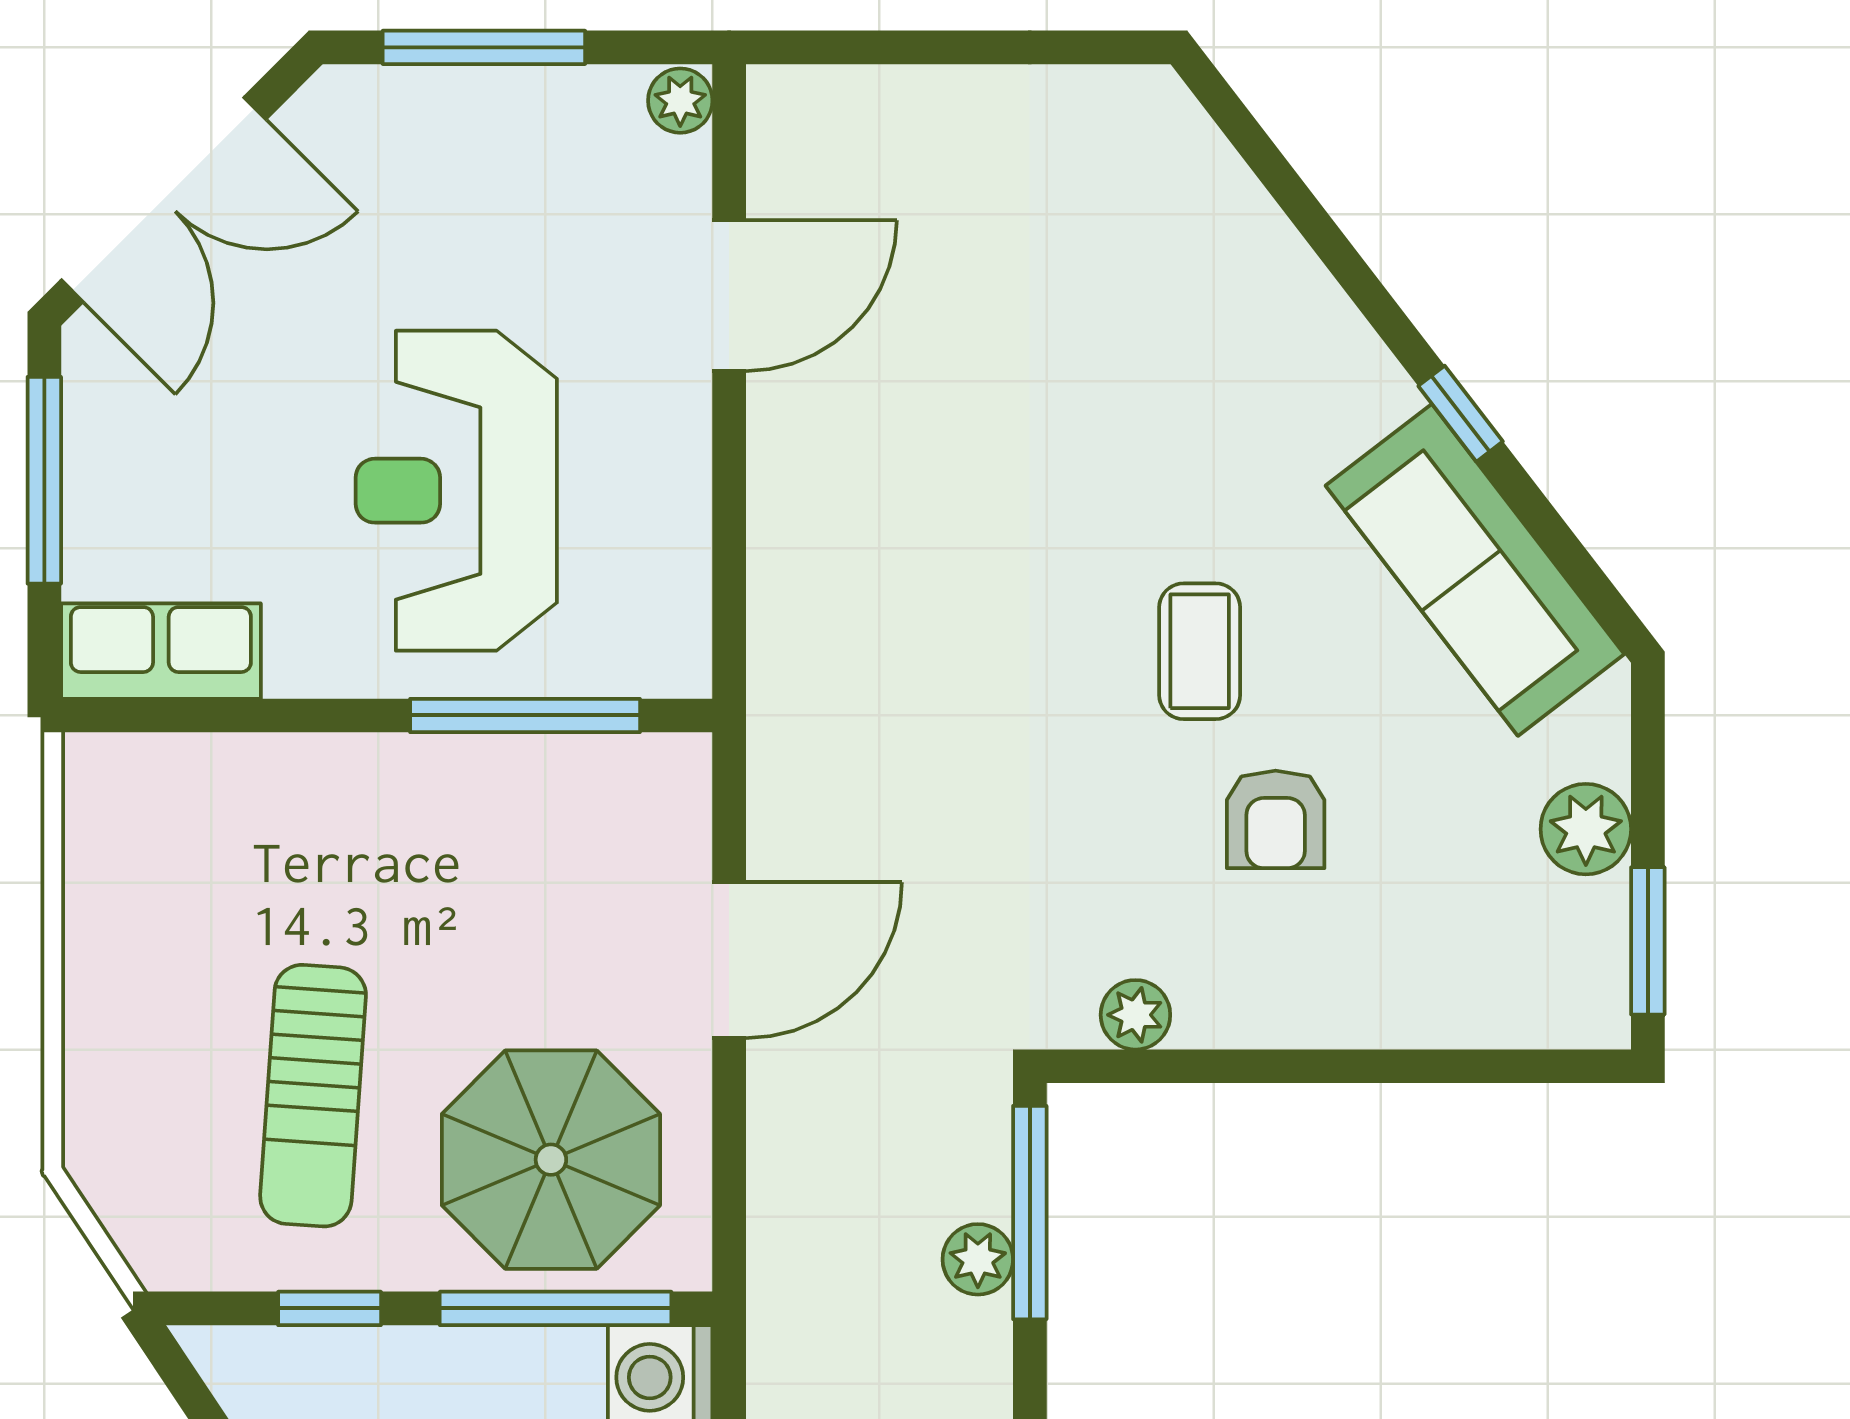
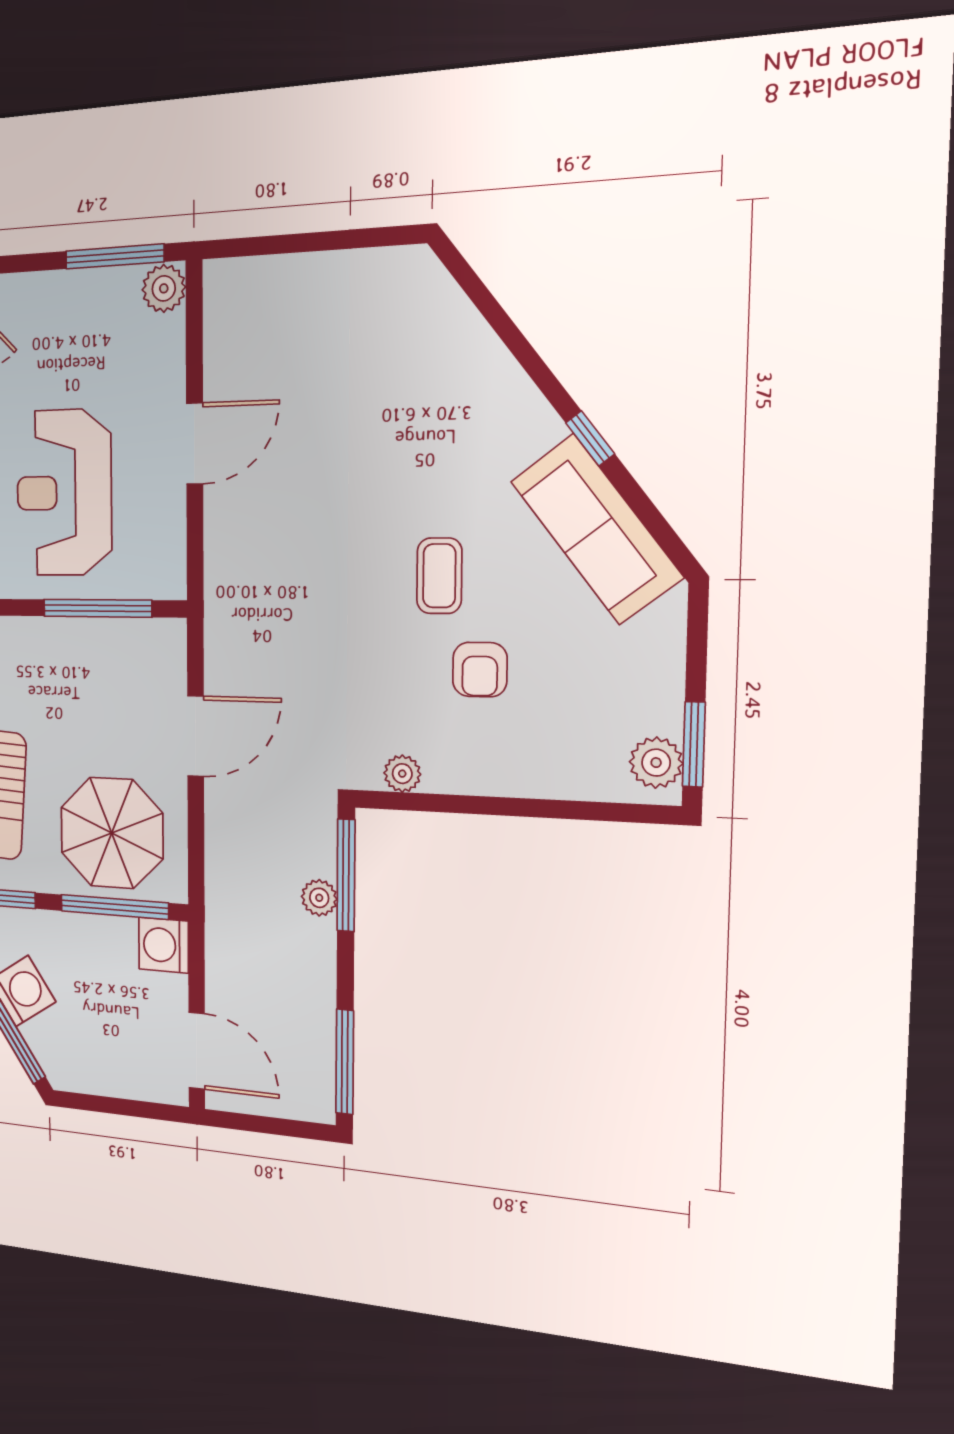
window: (484, 47) -> (115, 256), moved
plant: (680, 101) -> (164, 288), width x1.38, depth x1.38
door: (729, 296) -> (195, 444), moved
plant: (1586, 829) -> (656, 763), moved

